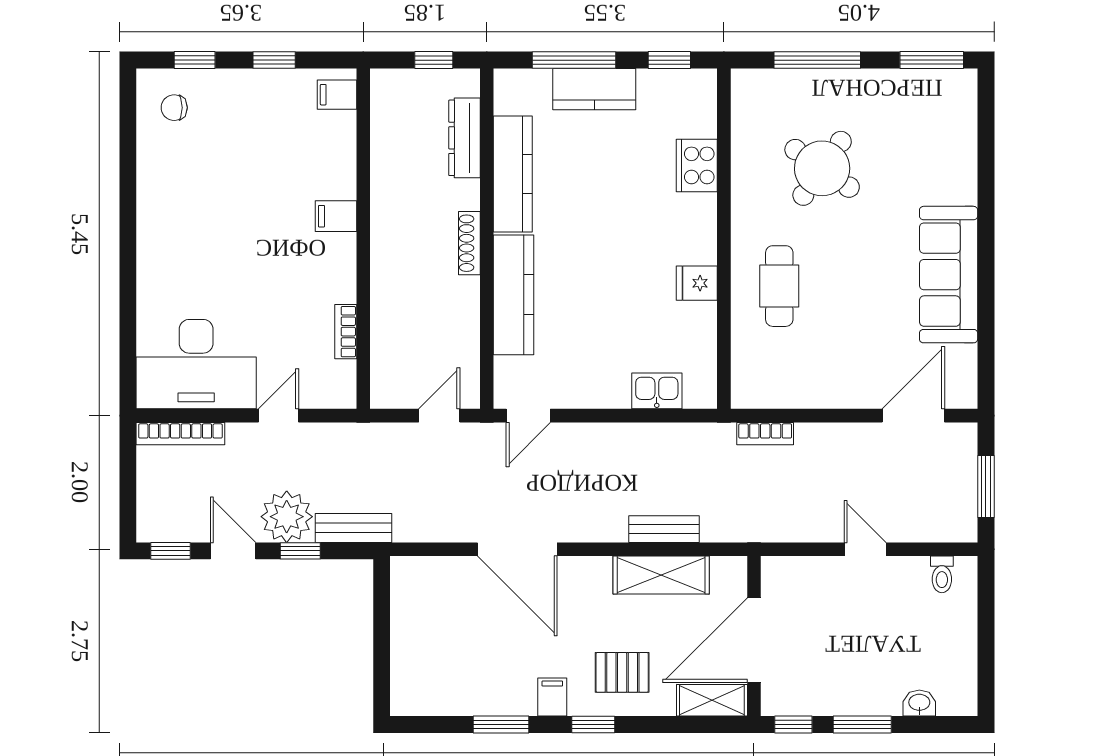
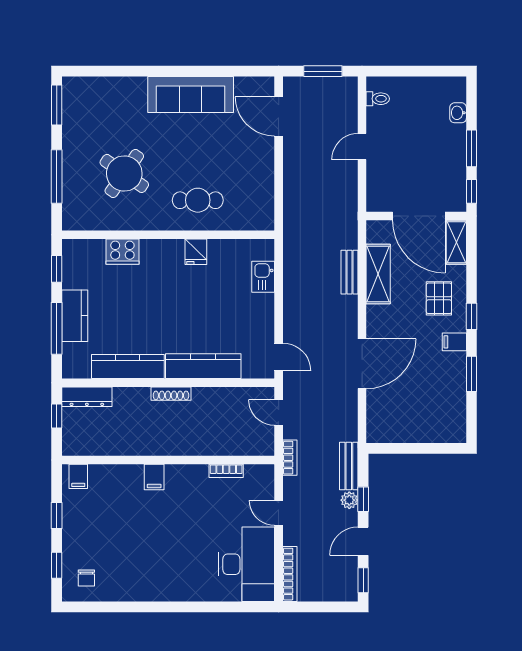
dresser: (464, 138) -> (87, 397), moved
bookcase: (765, 434) -> (290, 458), moved
plant: (287, 517) -> (349, 500), width x0.53, depth x0.53

